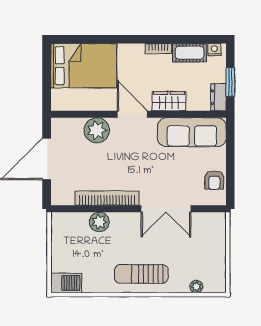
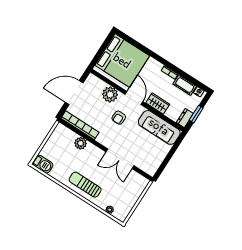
bed: (84, 66) -> (122, 61), width x1.36
armchair: (214, 180) -> (119, 118), moved
bookcase: (107, 198) -> (80, 125), moved

